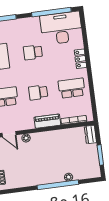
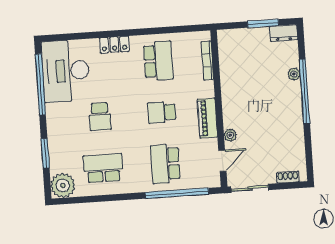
school desk: (72, 88) -> (158, 61), turned 180
school desk: (38, 93) -> (162, 112), turned 90
piano: (47, 121) -> (207, 118), moved
dresser: (90, 134) -> (284, 33), moved

